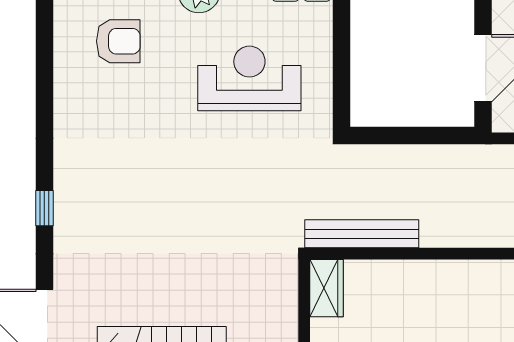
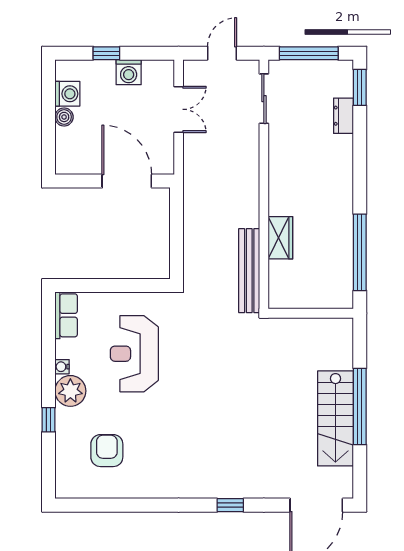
wardrobe: (326, 288) -> (280, 238), moved, turned 90

